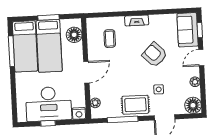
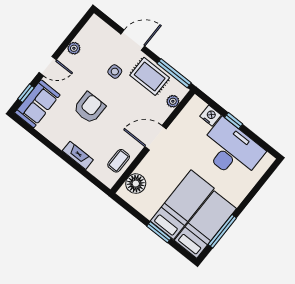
floor lamp: (74, 35) -> (136, 184), moved
armchair: (155, 55) -> (89, 108), turned -135
wall: (86, 68) -> (153, 142), moved
door: (86, 72) -> (156, 138), moved
plant: (95, 103) -> (173, 101), moved
floor lamp: (193, 105) -> (96, 28), removed
window: (48, 123) -> (234, 121), moved

